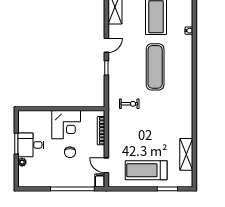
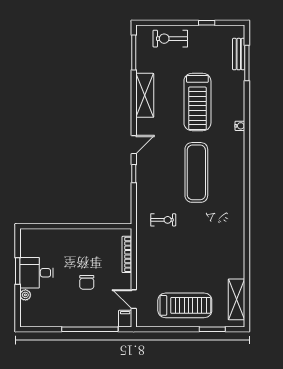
corner desk: (66, 125) -> (82, 247), removed
shelving: (186, 154) -> (237, 299), moved
treadmill: (146, 170) -> (185, 305), turned 180

